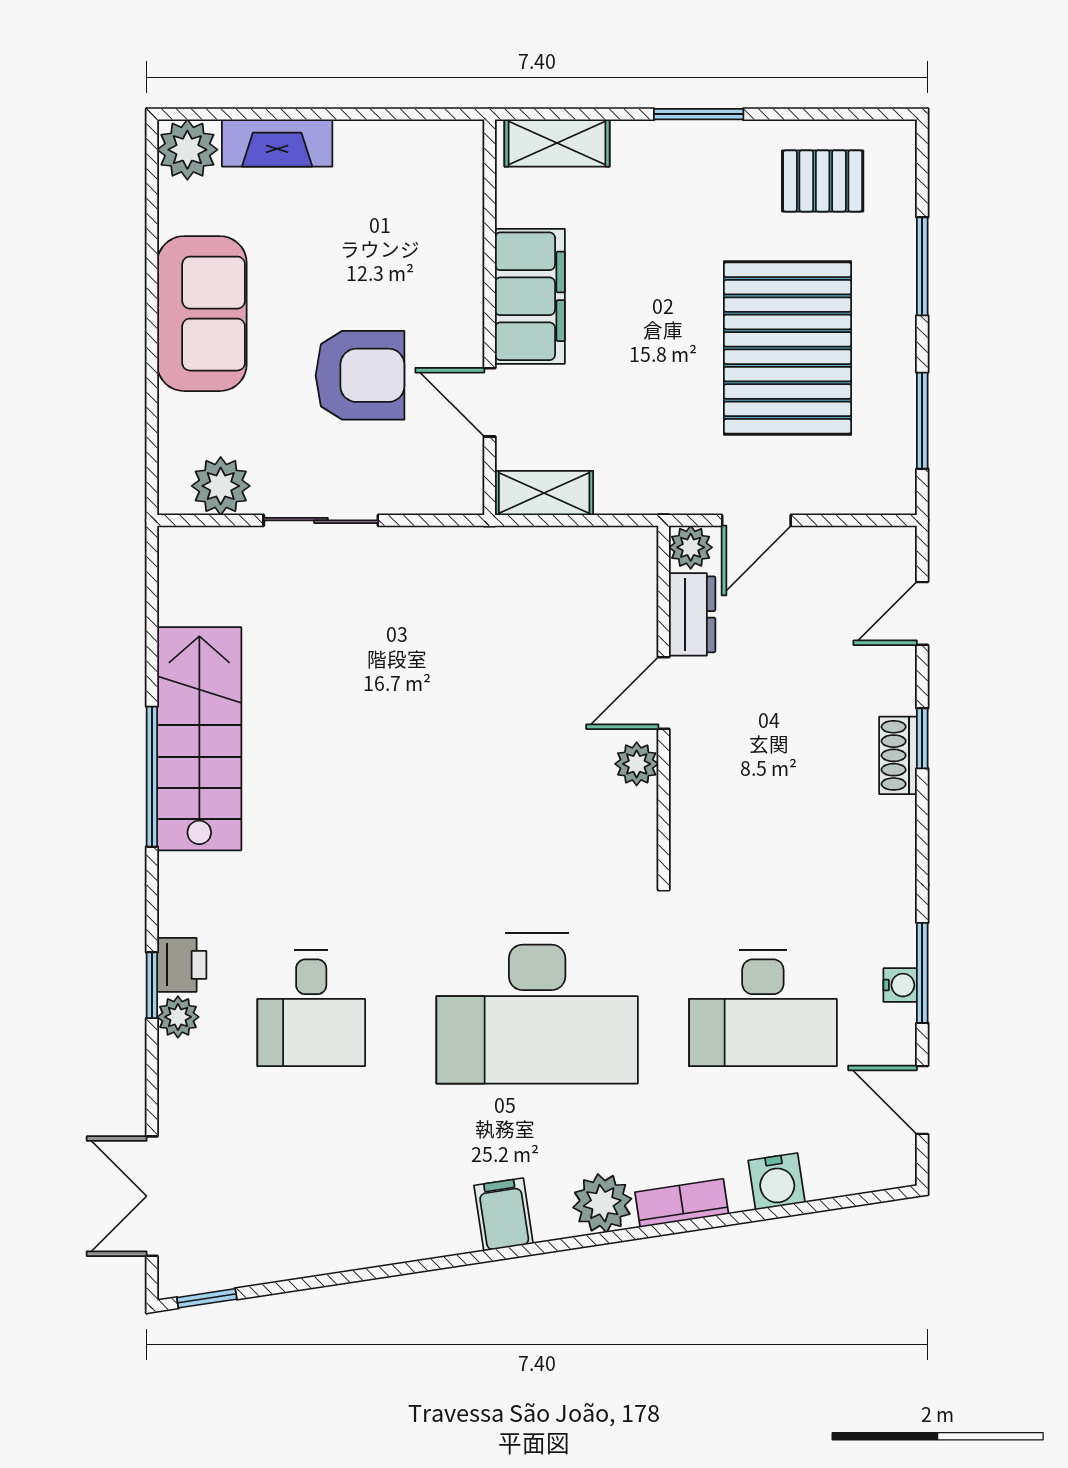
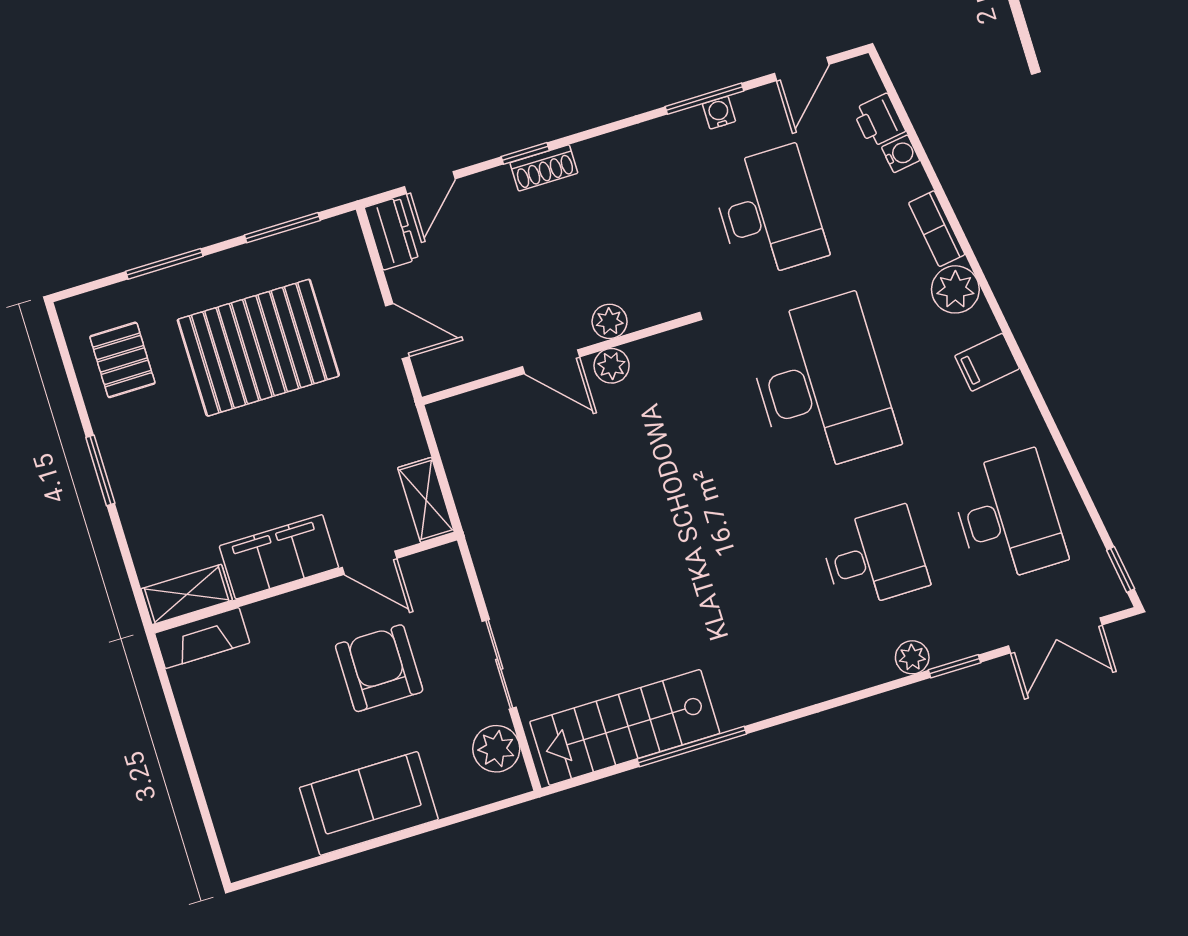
fireplace: (277, 143) -> (202, 638), moved, turned 90
shelving: (557, 143) -> (187, 595), moved, turned 90
plant: (187, 150) -> (247, 853), removed
door: (490, 402) -> (369, 563), hinge flipped
plant: (691, 547) -> (610, 321), moved
door: (922, 613) -> (430, 183), hinge flipped
dresser: (692, 614) -> (391, 233), moved, turned 90
stairs: (199, 739) -> (625, 727), moved
window: (152, 777) -> (692, 746), moved
printer: (182, 965) -> (879, 120), moved, turned -99
window: (152, 985) -> (954, 666), moved
water cooler: (777, 1181) -> (901, 154), width x0.72, depth x0.72
desk: (311, 1183) -> (1008, 517), added

